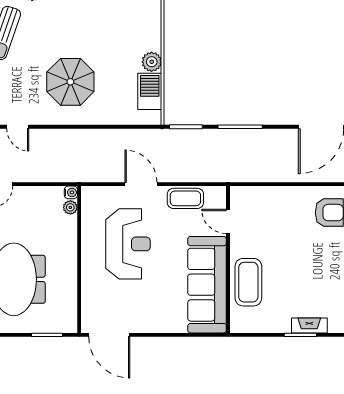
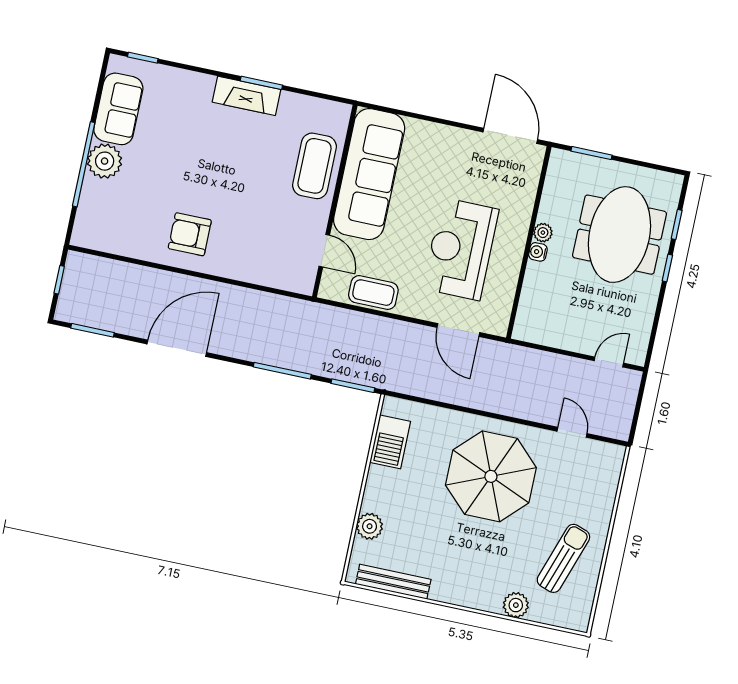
plant: (152, 62) -> (370, 526), moved
parasol: (70, 82) -> (491, 476), width x1.36, depth x1.36
door: (141, 184) -> (458, 330), moved
water cooler: (71, 192) -> (538, 252), moved
plant: (70, 207) -> (543, 233), moved
fireplace: (309, 325) -> (246, 96), width x1.37, depth x1.32

